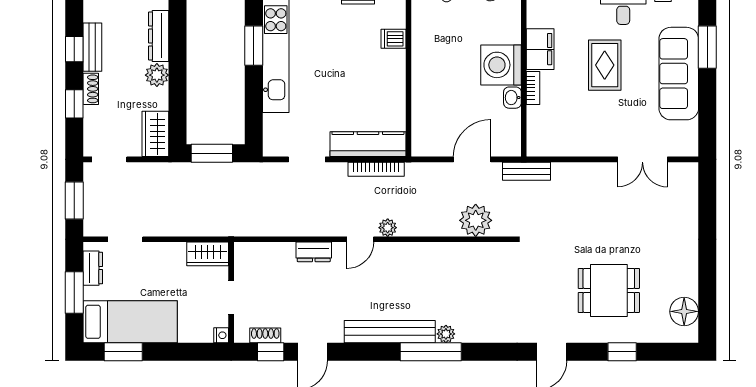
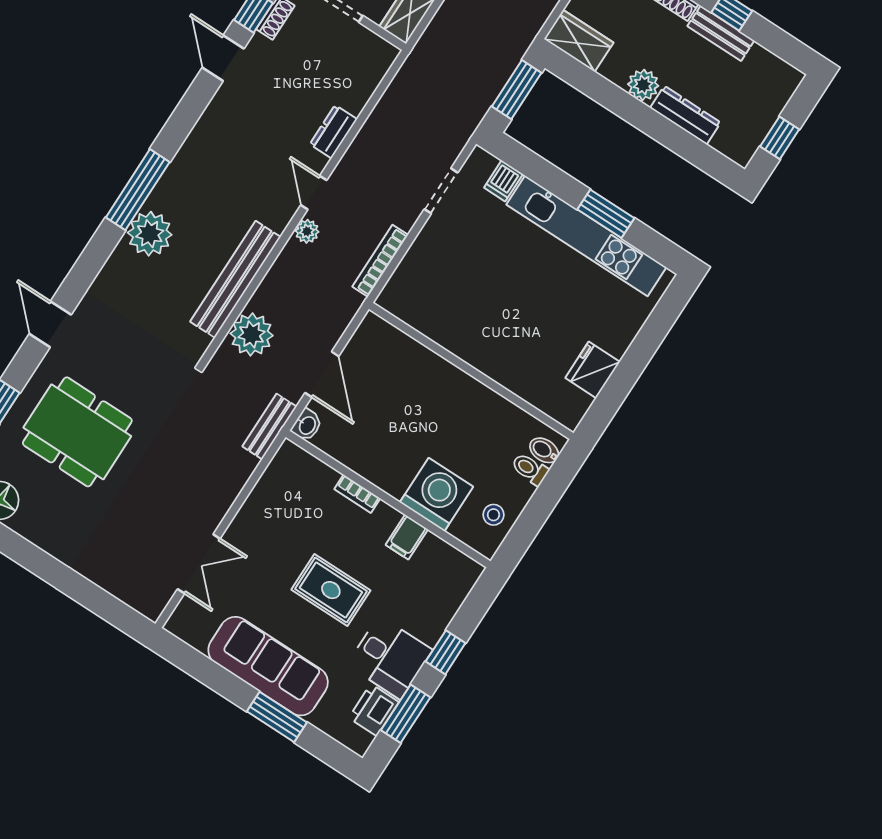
dishwasher: (393, 39) -> (503, 181), moved, turned 180
filing cabinet: (540, 49) -> (407, 537), width x0.50
washing machine: (501, 65) -> (436, 495), moved
washbasin: (512, 98) -> (307, 425), moved, turned 90
kitchen counter: (368, 144) -> (414, 270), removed
double door: (642, 159) -> (199, 564), swing flipped
dining table: (609, 290) -> (77, 432), width x1.38
bench: (390, 332) -> (235, 279), moved
plant: (446, 334) -> (150, 234), width x1.87, depth x1.87

